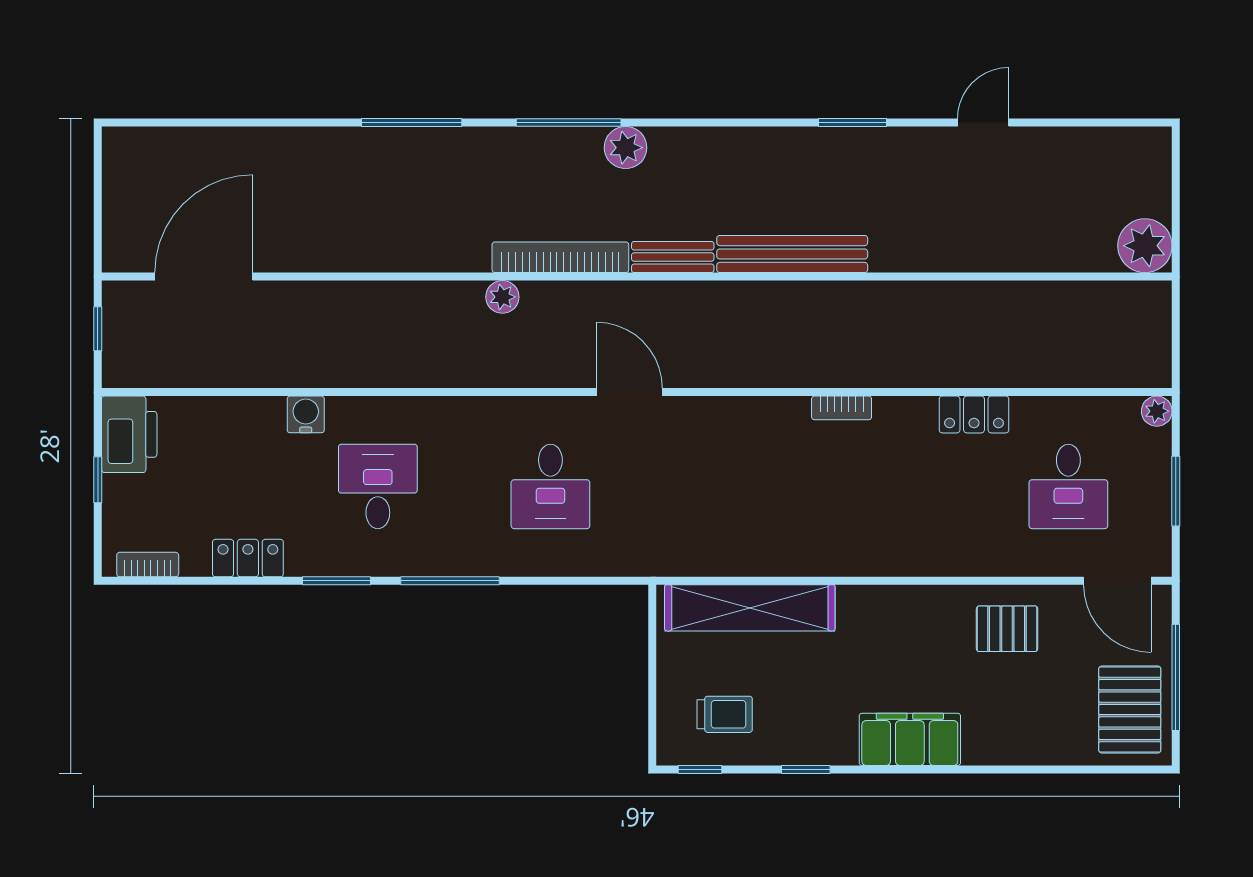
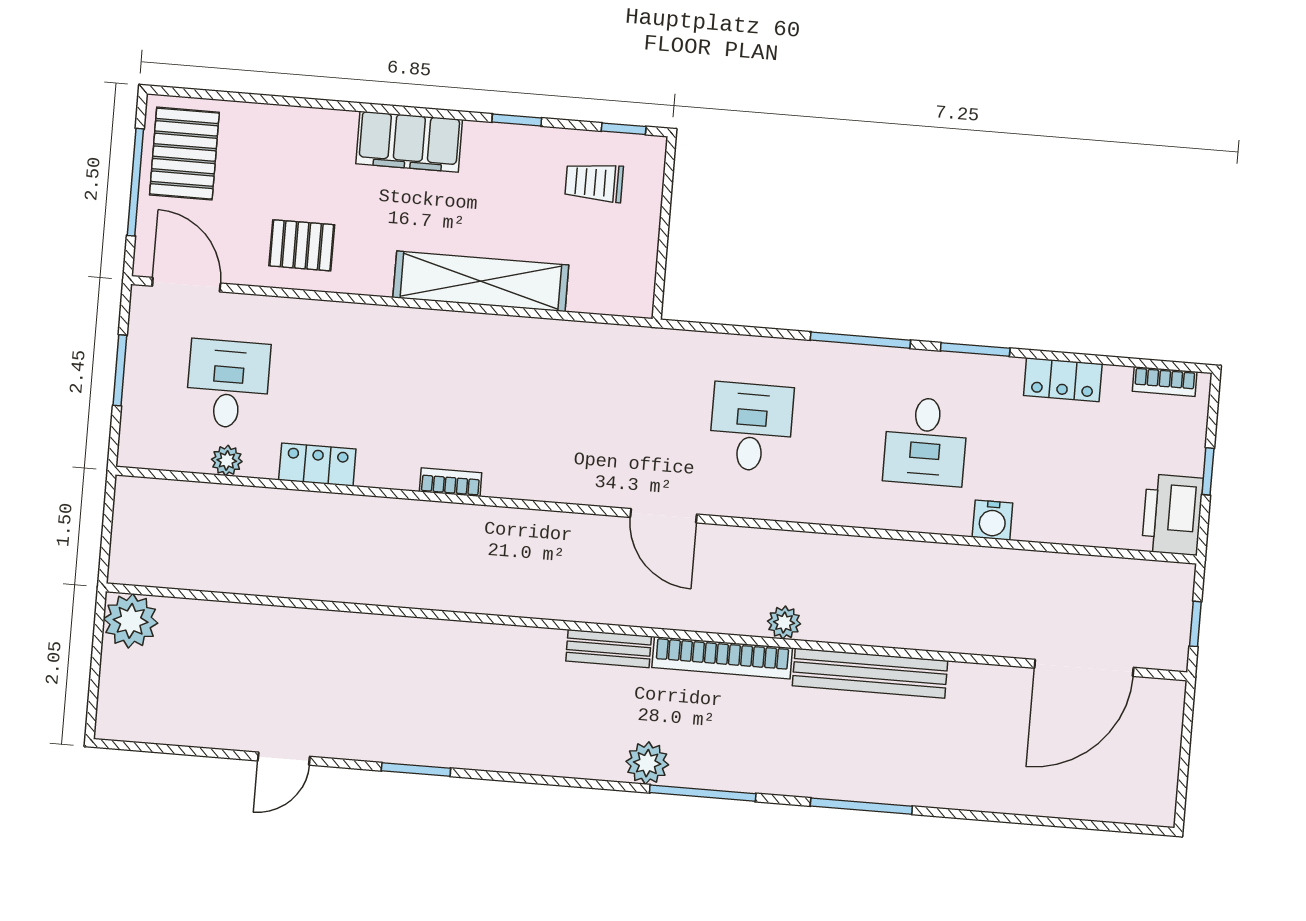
bench: (792, 254) -> (870, 673), moved
plant: (1157, 411) -> (227, 460), moved
shelving: (750, 608) -> (481, 281), moved

